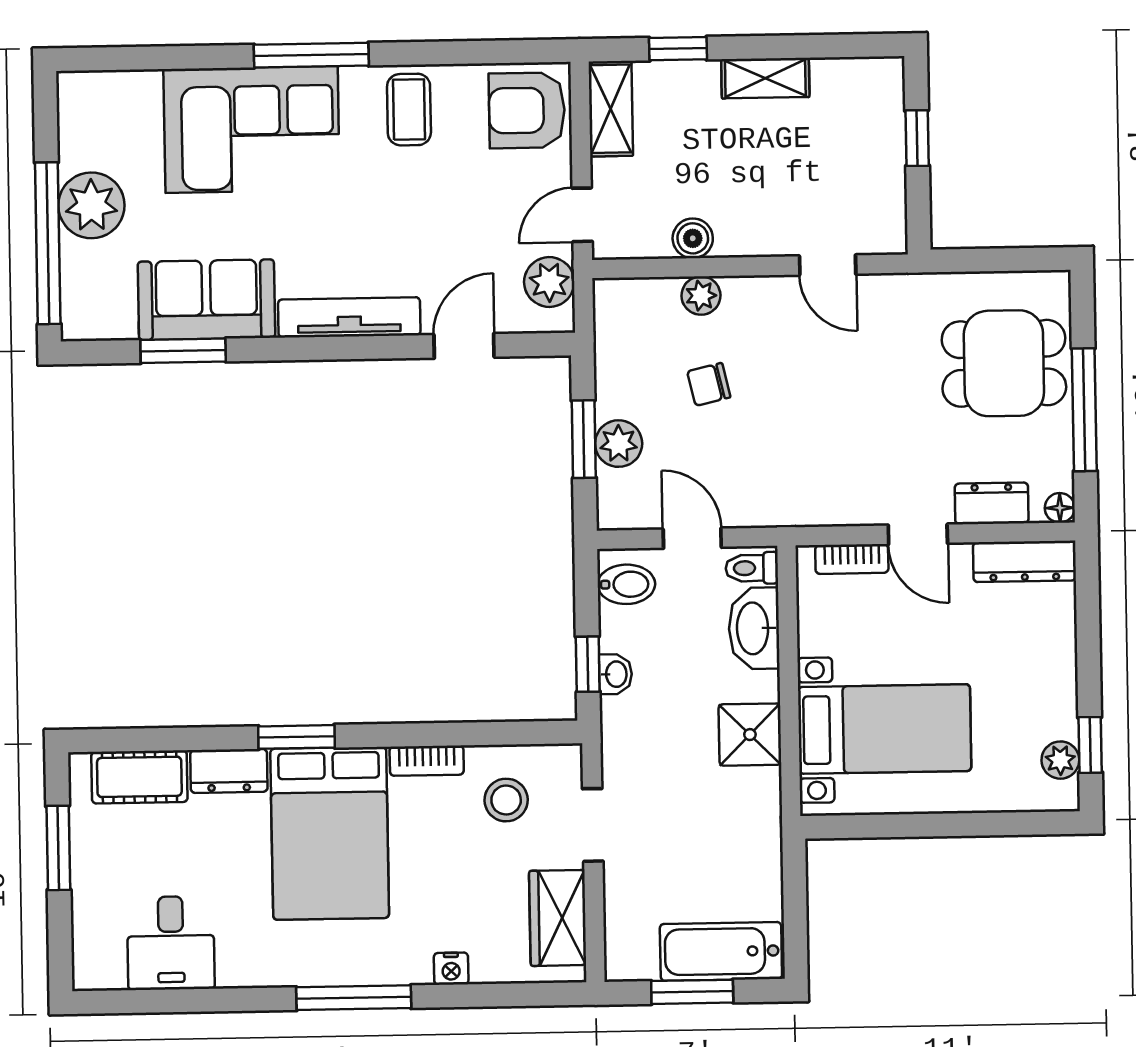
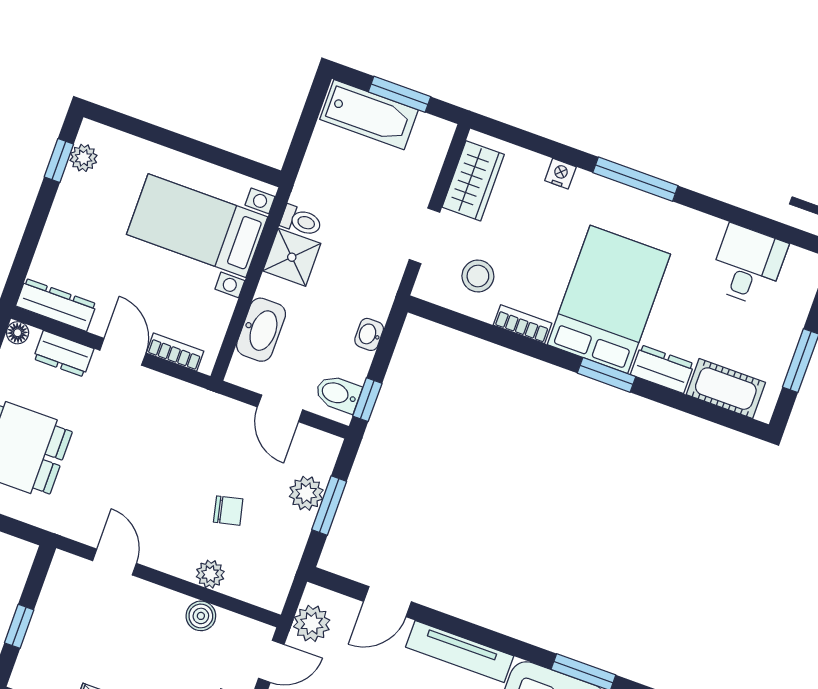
toilet: (752, 568) -> (301, 221), moved
window: (588, 664) -> (367, 400), moved

